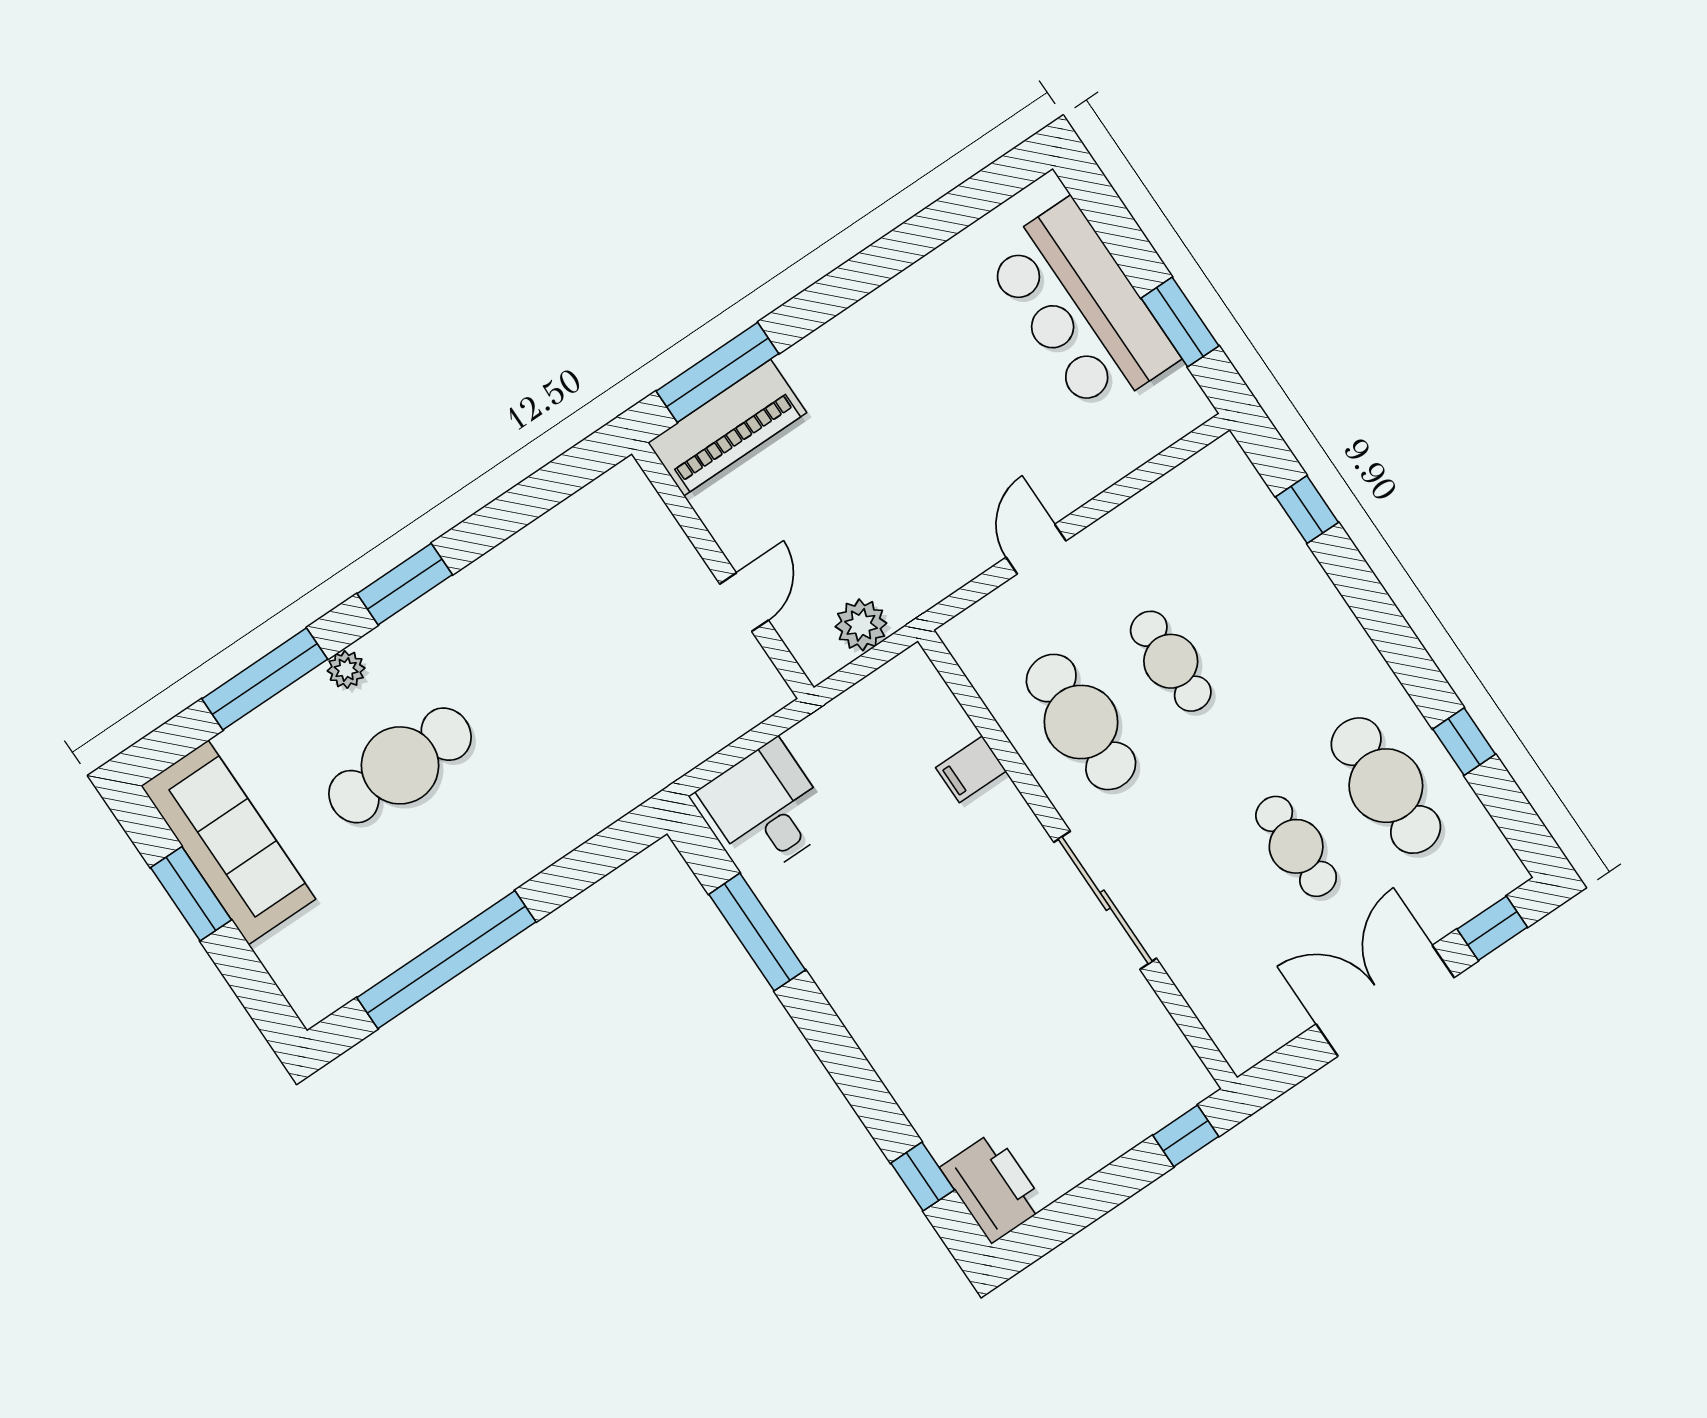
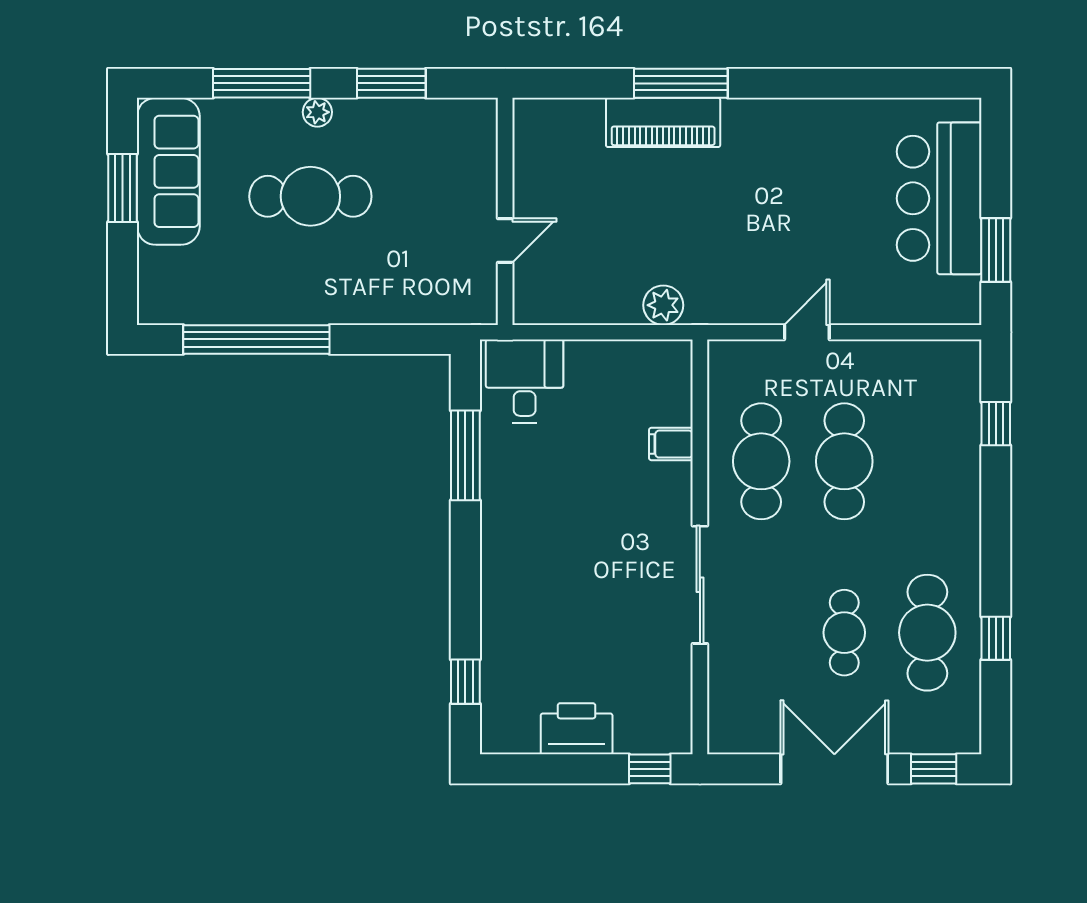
wall: (723, 571) -> (505, 211), moved
door: (744, 602) -> (505, 240), moved
cafe table: (1171, 661) -> (844, 461), width x1.37, depth x1.35
printer: (993, 1187) -> (577, 729), moved, turned -90

